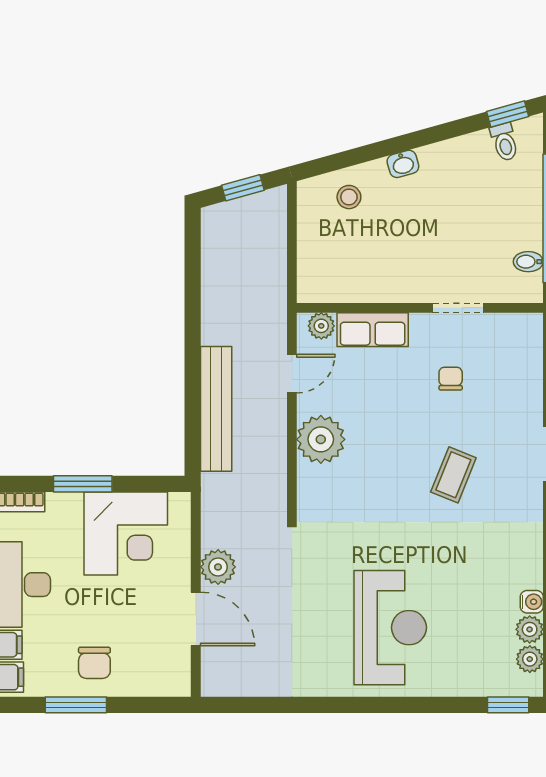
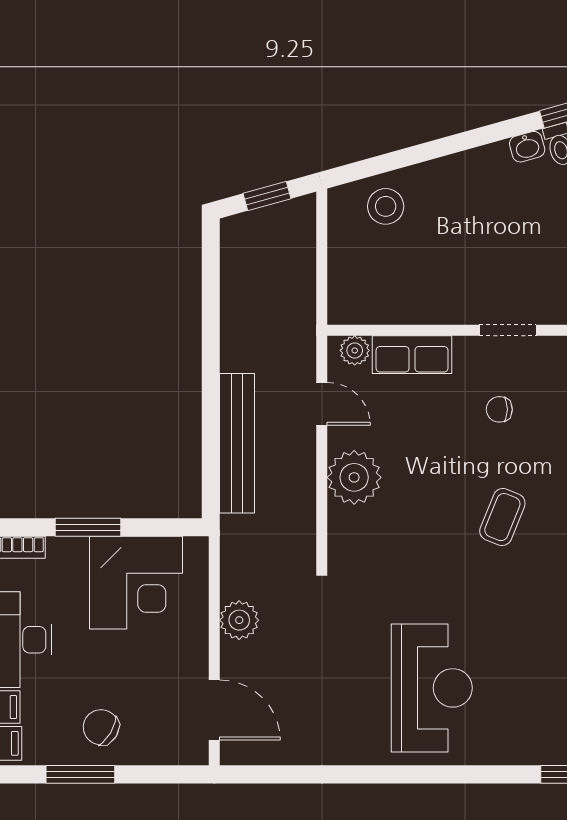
washbasin: (403, 164) -> (527, 147), moved
stool: (349, 197) -> (386, 206), width x1.37, depth x1.37
door: (292, 374) -> (322, 404), hinge flipped
chair: (451, 379) -> (499, 409), turned -90
door: (196, 619) -> (214, 710), moved
chair: (94, 663) -> (101, 727), turned 121

